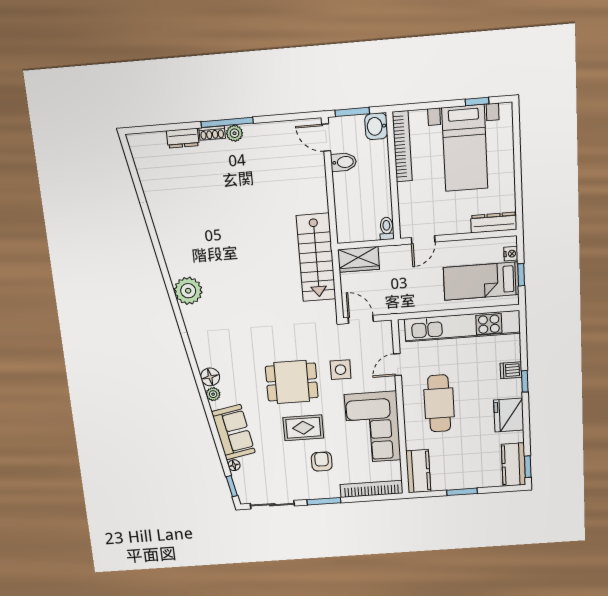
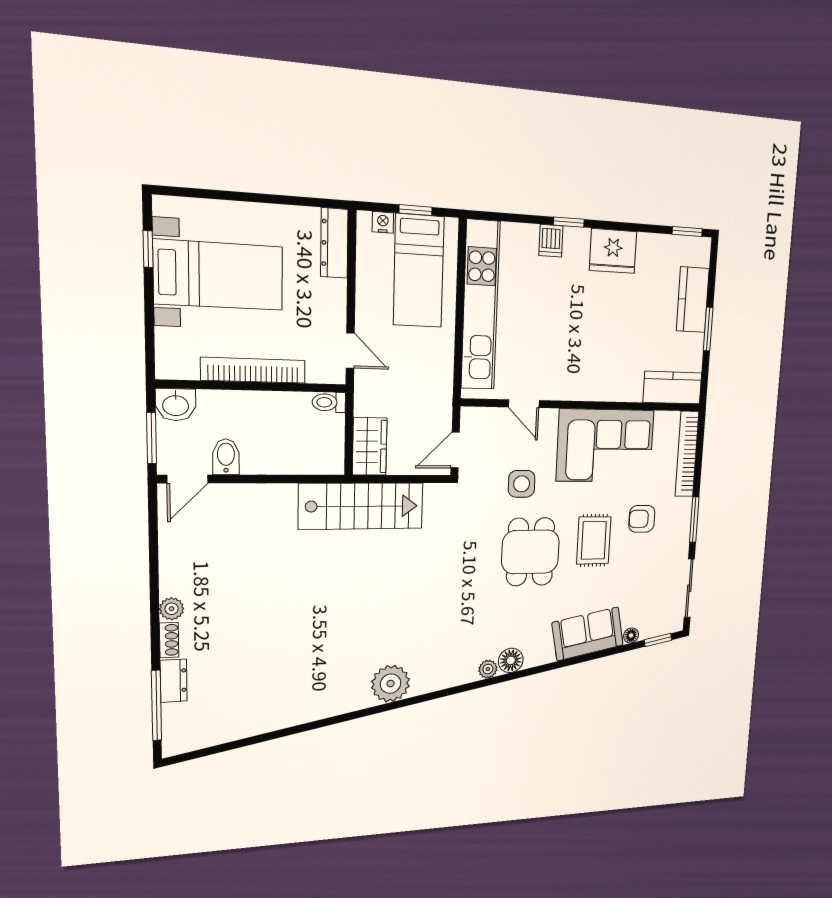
window: (227, 122) -> (156, 705), moved
bookcase: (402, 146) -> (253, 370), moved
plant: (213, 394) -> (488, 669), moved
cafe table: (439, 403) -> (584, 350), removed
kitchen counter: (514, 465) -> (693, 300), moved, turned 90

